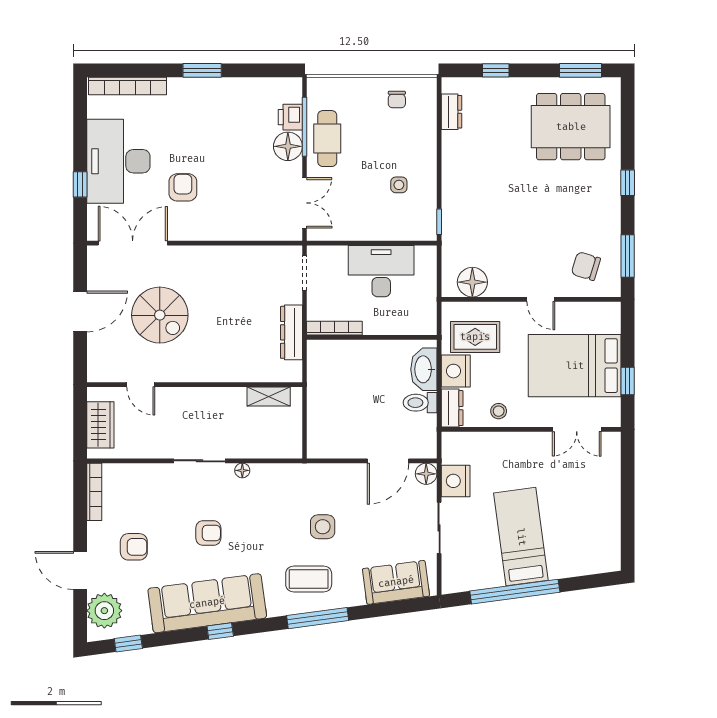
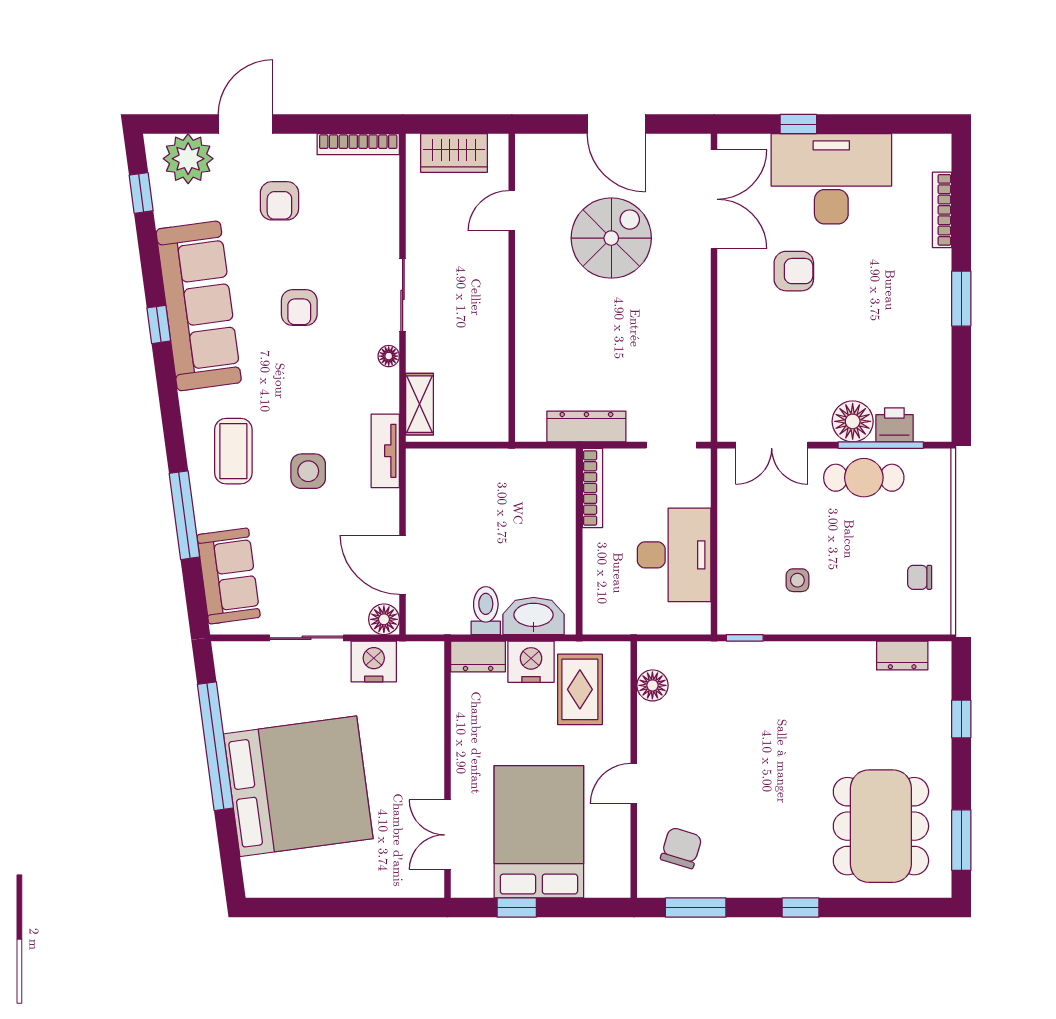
bookcase: (128, 86) -> (942, 210), width x0.68, depth x0.76
floor lamp: (472, 282) -> (652, 685), width x0.73, depth x0.73
spiral stairs: (160, 315) -> (611, 238), turned 180
shelving: (269, 396) -> (420, 404), moved
stool: (499, 411) -> (474, 723), removed
tv unit: (308, 473) -> (385, 451), added
bed: (521, 537) -> (298, 786), width x2.04
window: (318, 618) -> (184, 515), moved

